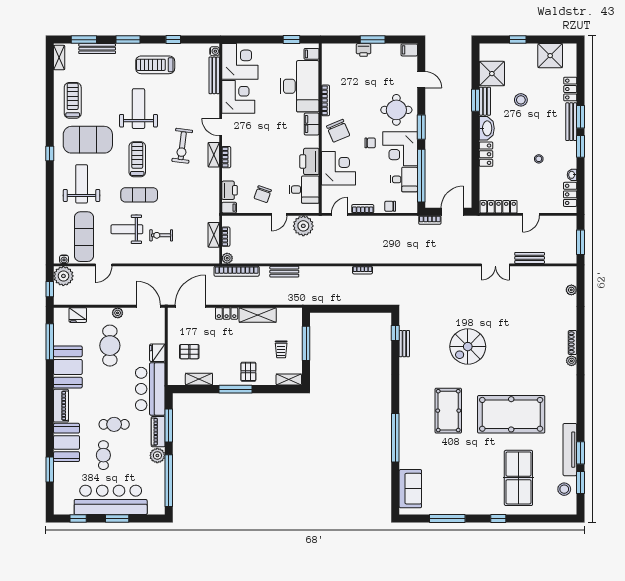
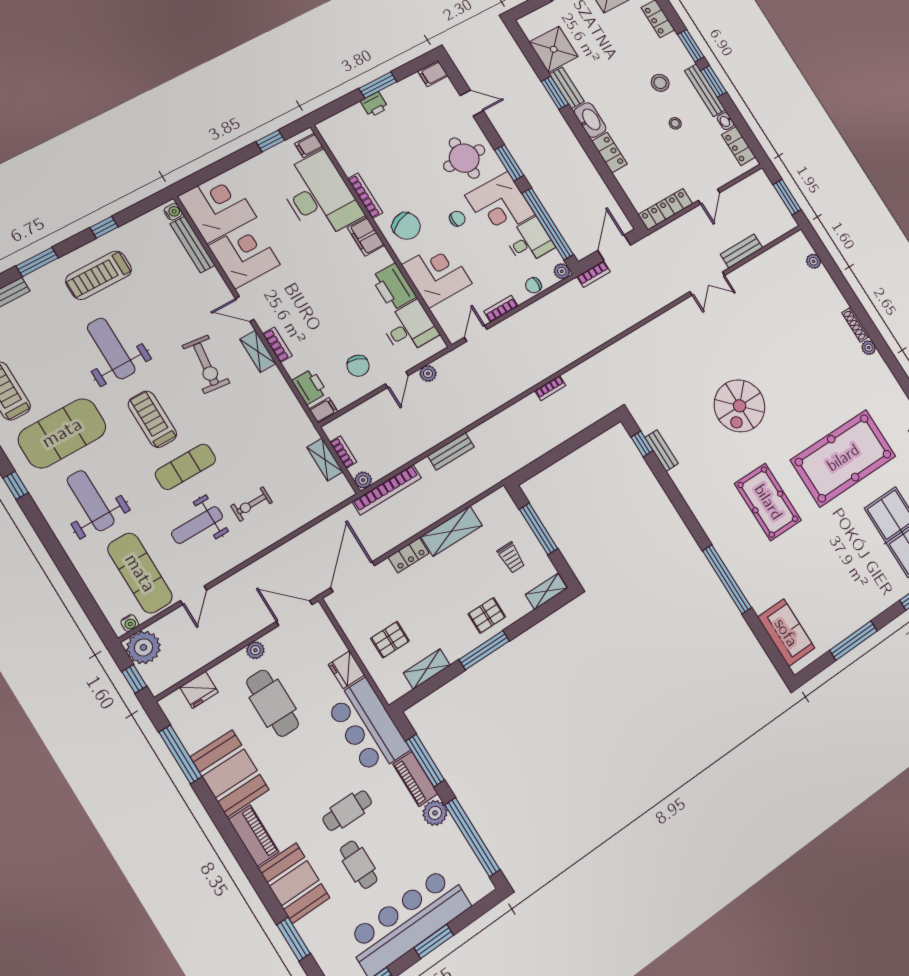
stool: (521, 100) -> (660, 83), moved
bench: (571, 122) -> (705, 90), moved
plant: (412, 208) -> (562, 271), added
plant: (303, 226) -> (428, 373), width x0.53, depth x0.53
pallet: (248, 372) -> (487, 615), turned 90

